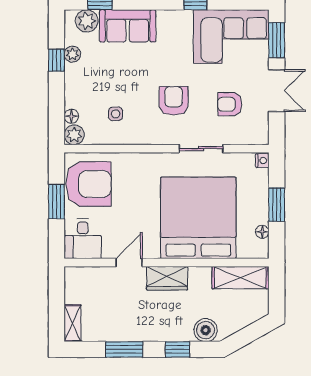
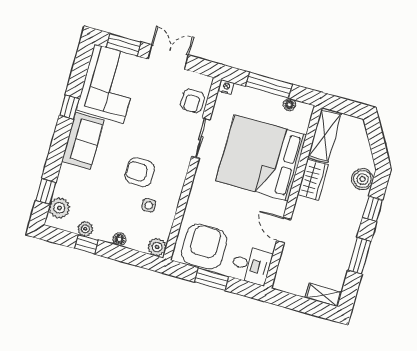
sofa: (128, 26) -> (83, 141), moved
armchair: (174, 101) -> (140, 172), moved
armchair: (230, 104) -> (192, 101), moved
floor lamp: (71, 116) -> (119, 239), moved
window: (277, 205) -> (269, 85), width x1.44
wardrobe: (167, 278) -> (313, 180), moved

